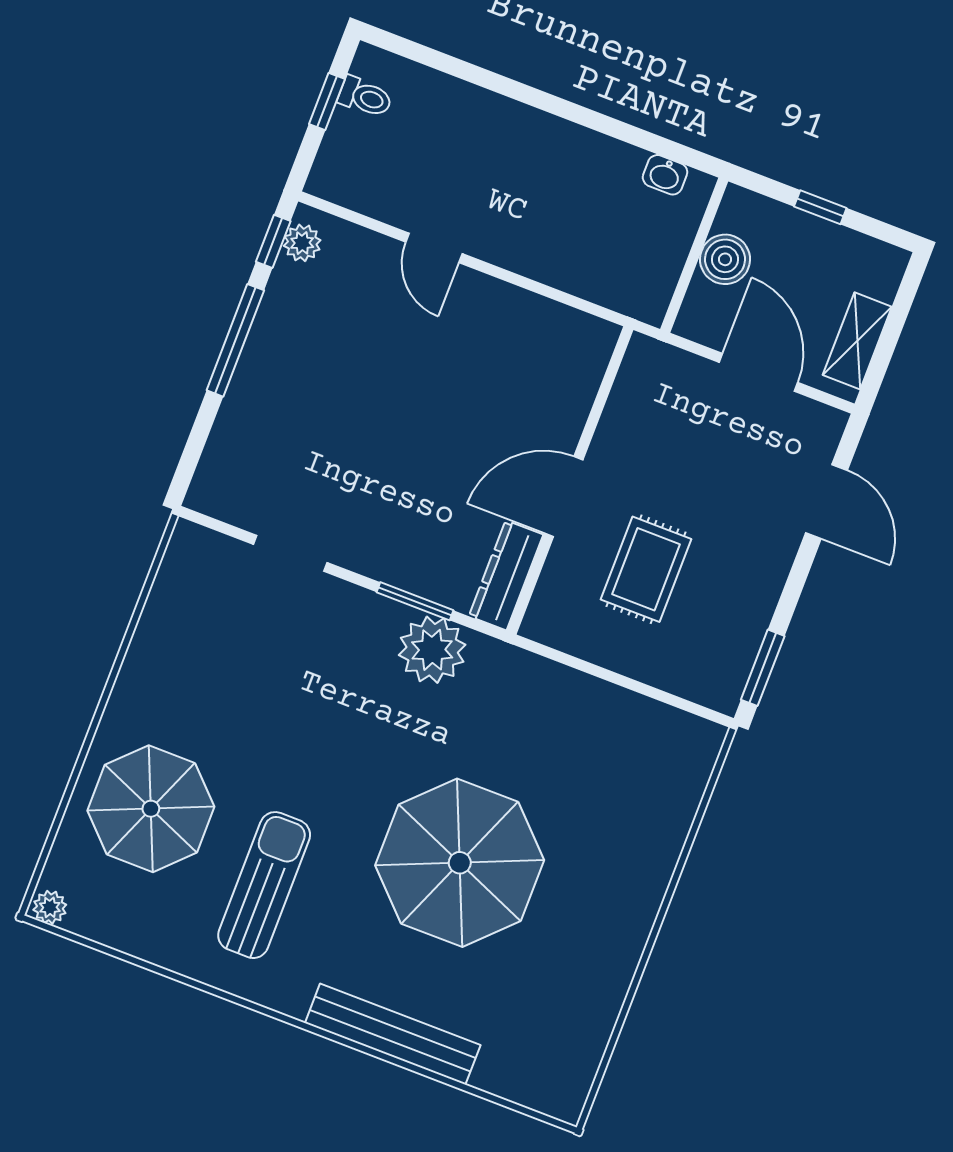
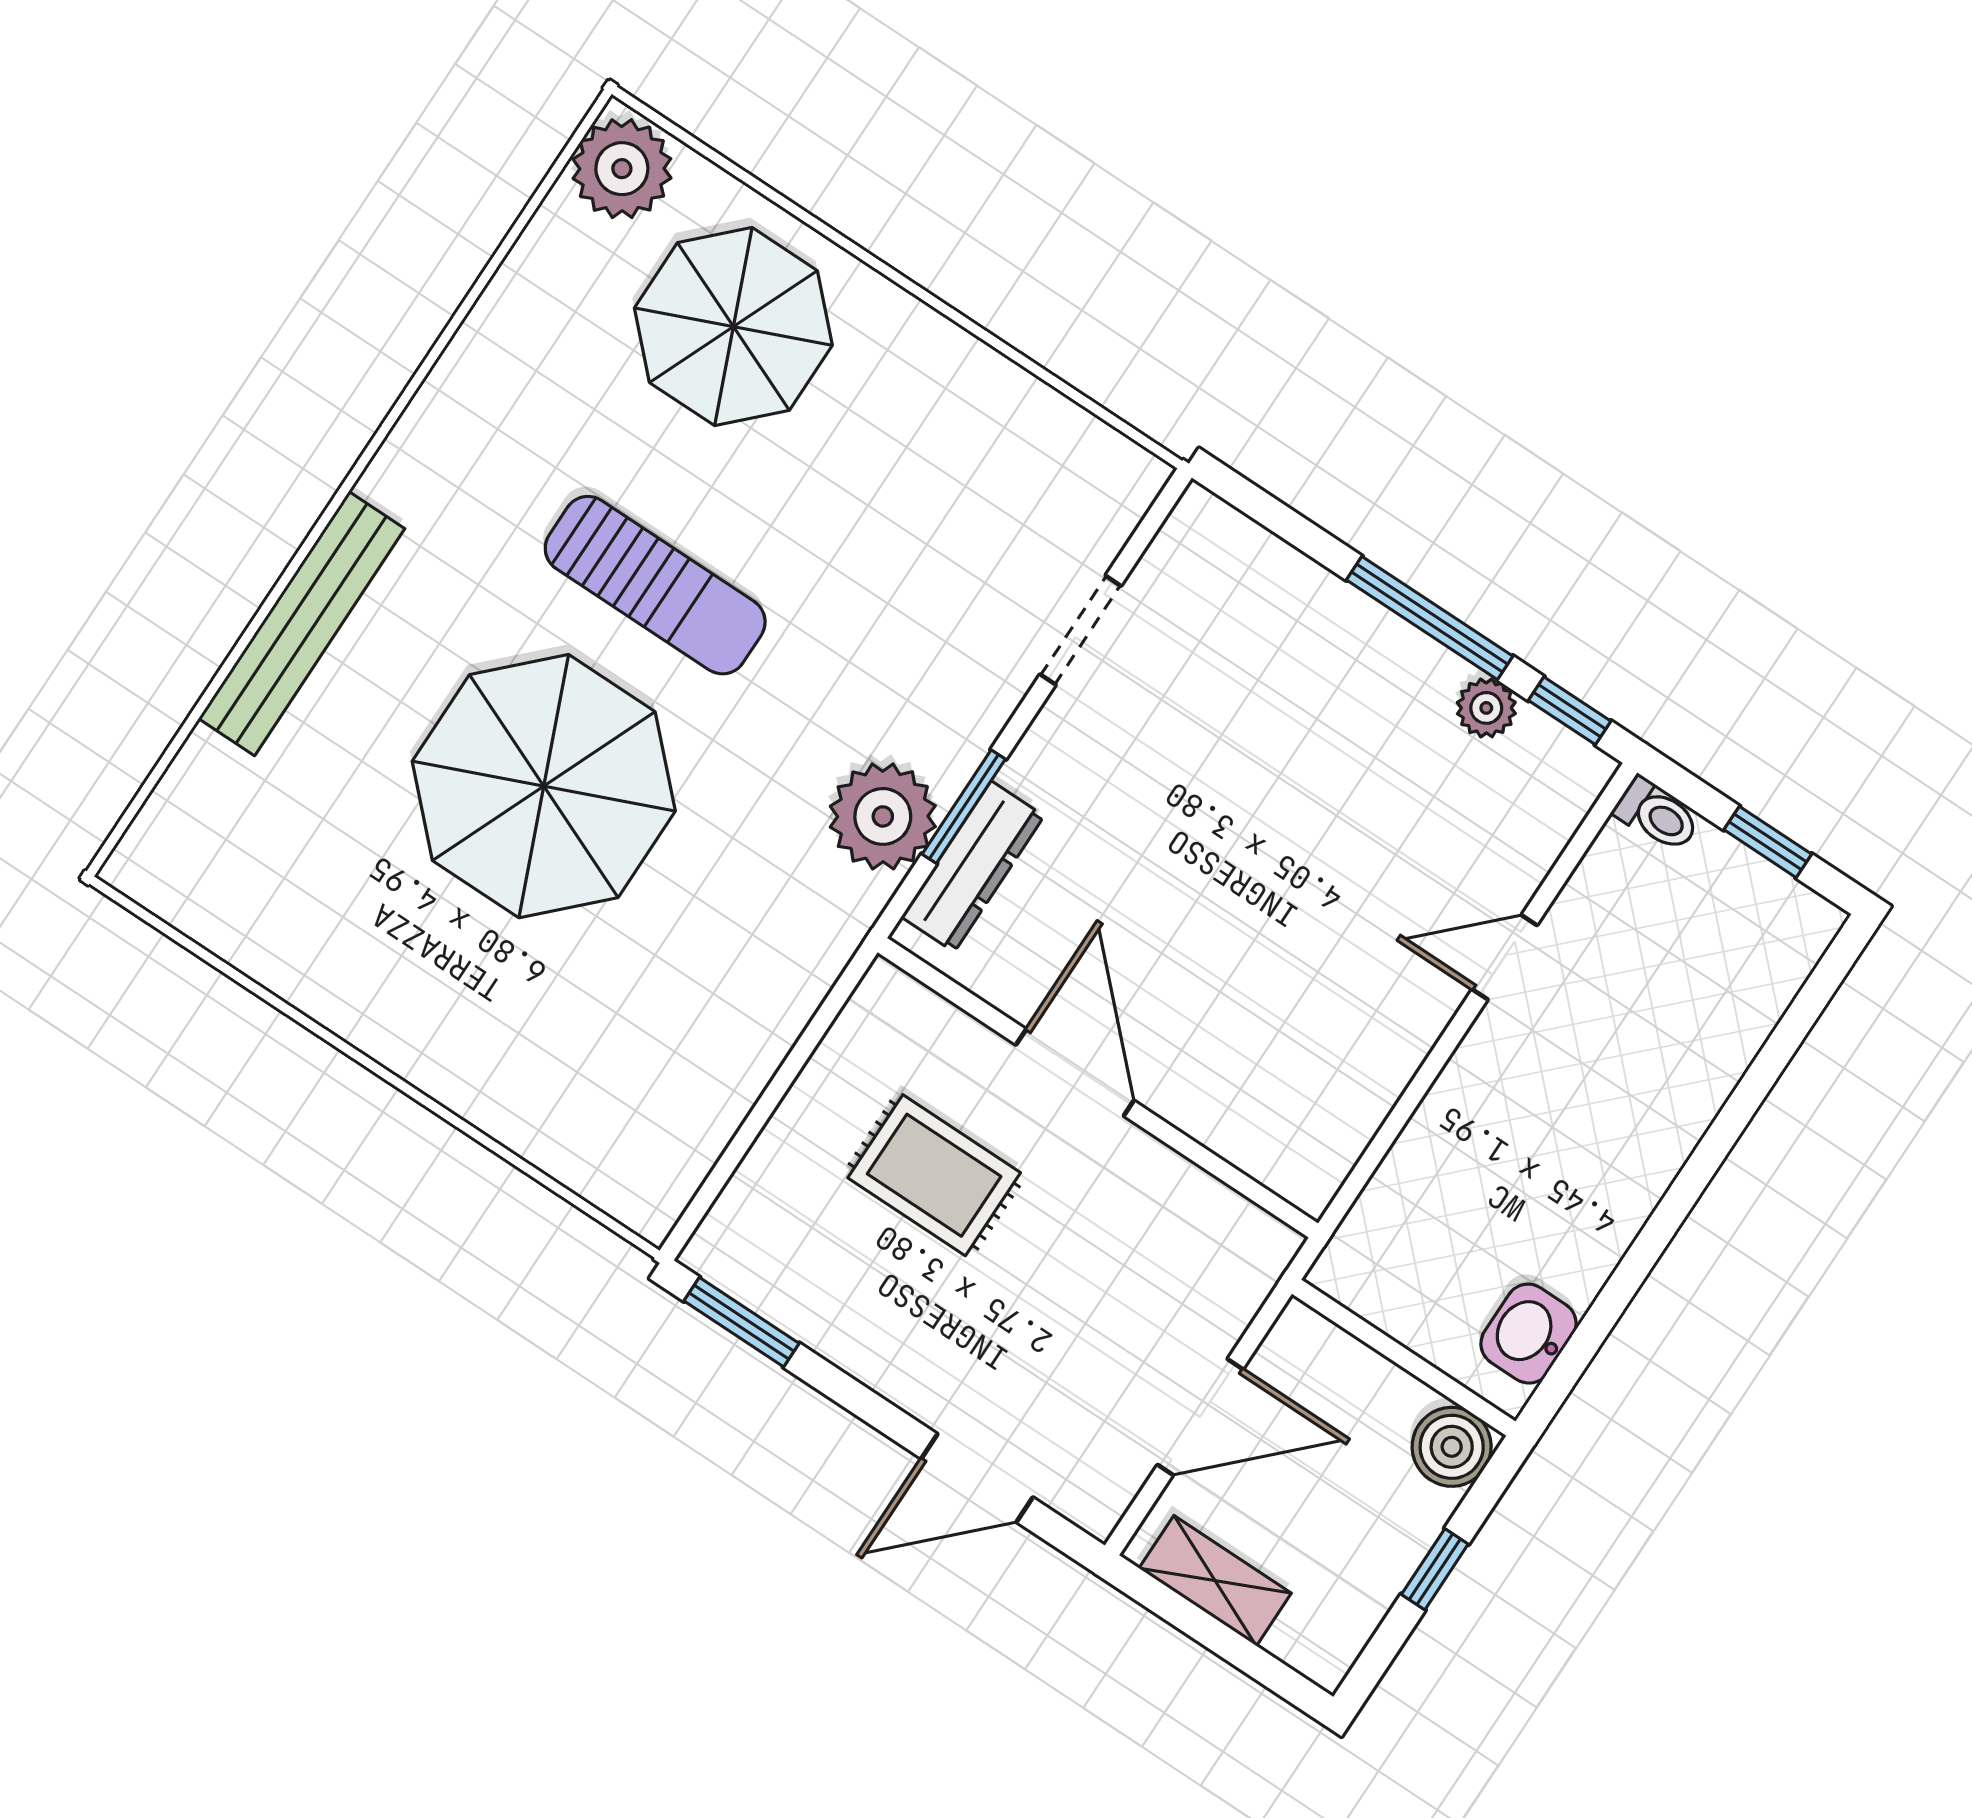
toilet: (365, 97) -> (1657, 815), moved, turned -90
washbasin: (665, 175) -> (1529, 1334), width x1.38, depth x1.45
plant: (302, 243) -> (1486, 708), moved
boiler: (725, 259) -> (1452, 1447), moved
dresser: (506, 575) -> (973, 866), moved, turned 90
sun lounger: (264, 885) -> (655, 585), moved
plant: (50, 907) -> (622, 169), width x1.87, depth x1.87

